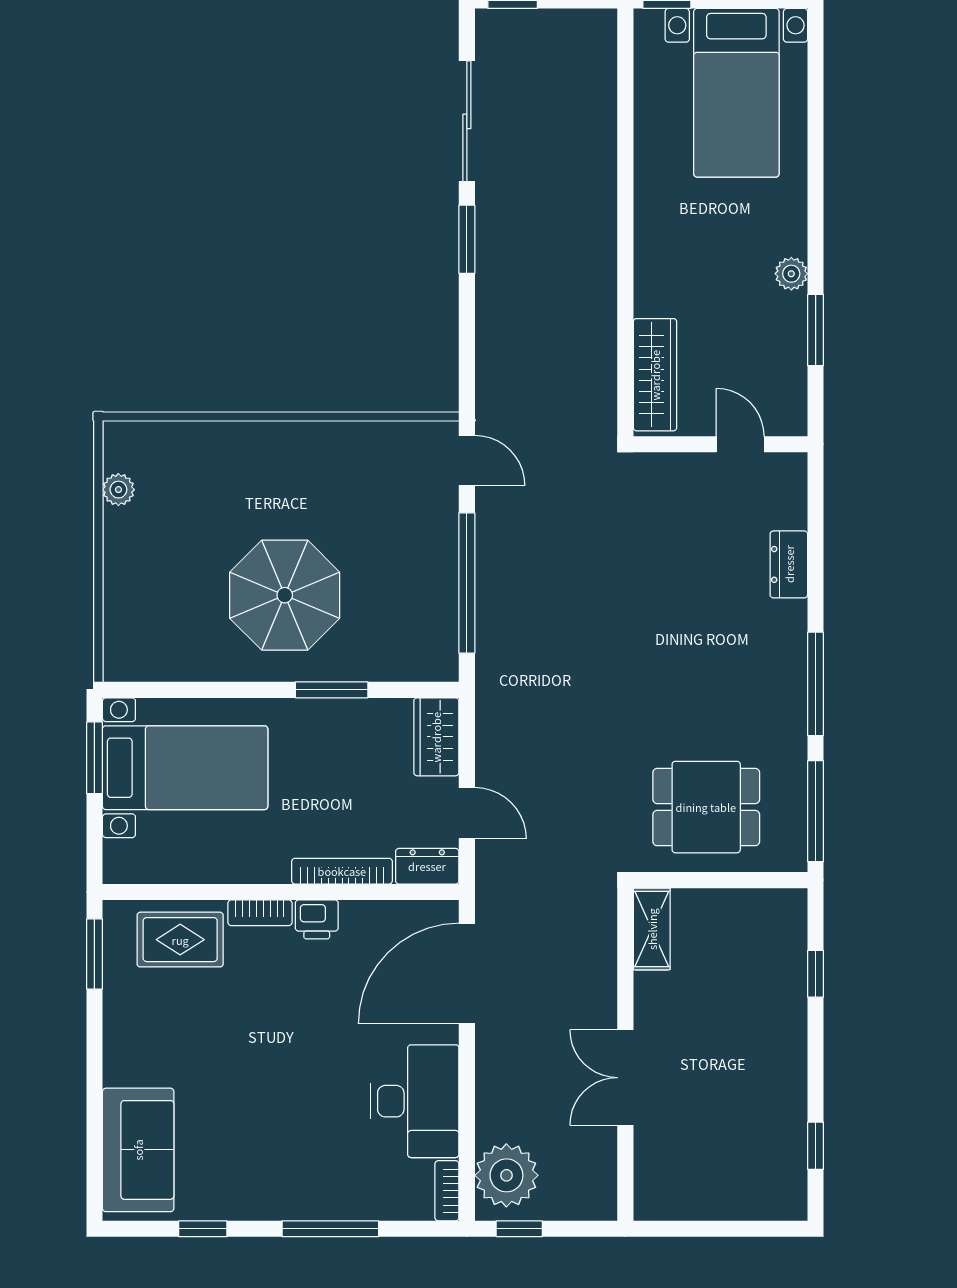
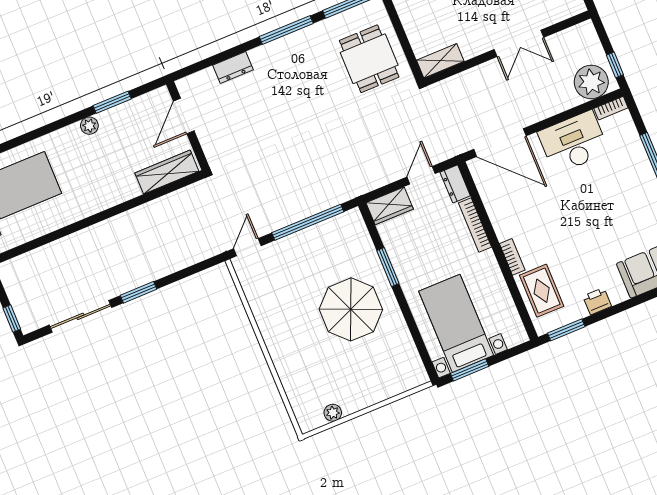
door: (740, 444) -> (184, 116), width x1.37
printer: (317, 919) -> (597, 301), moved, turned -90

